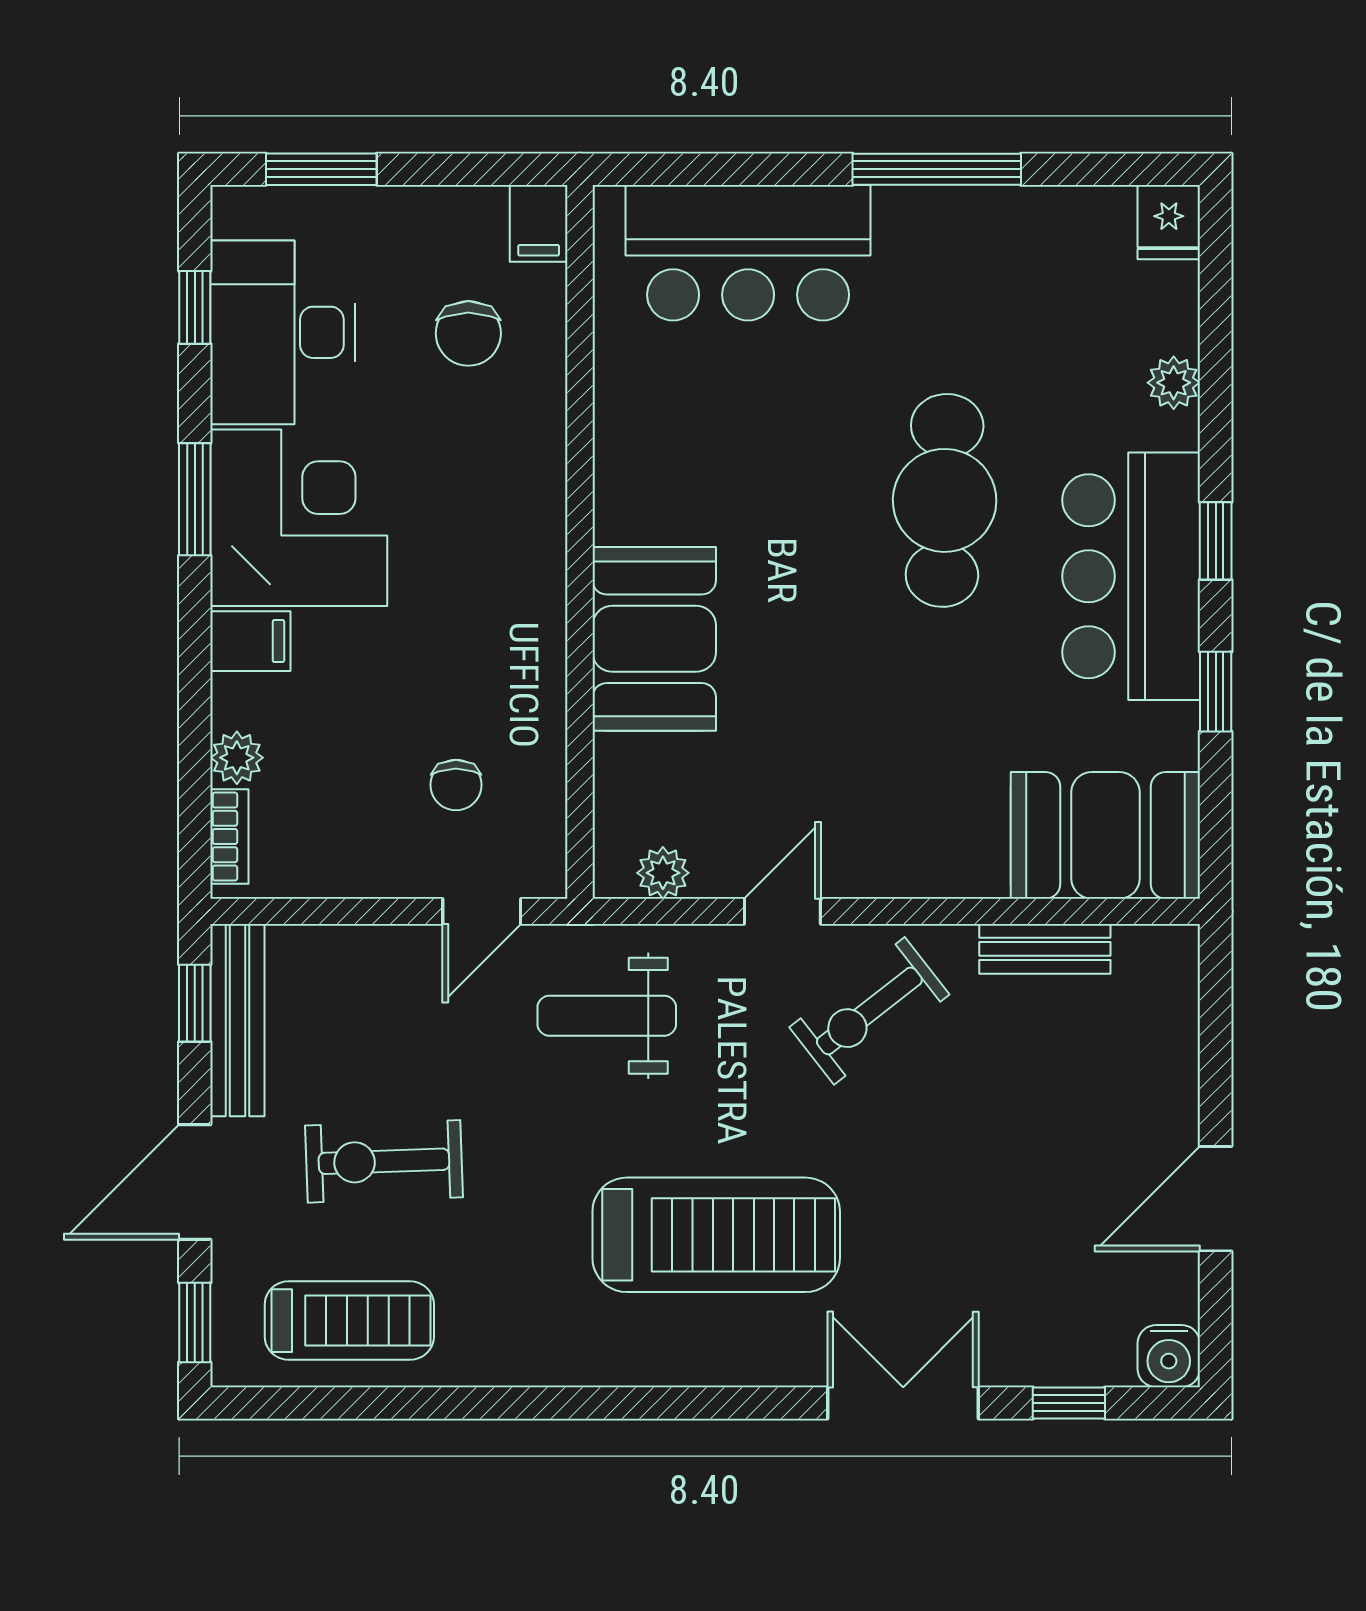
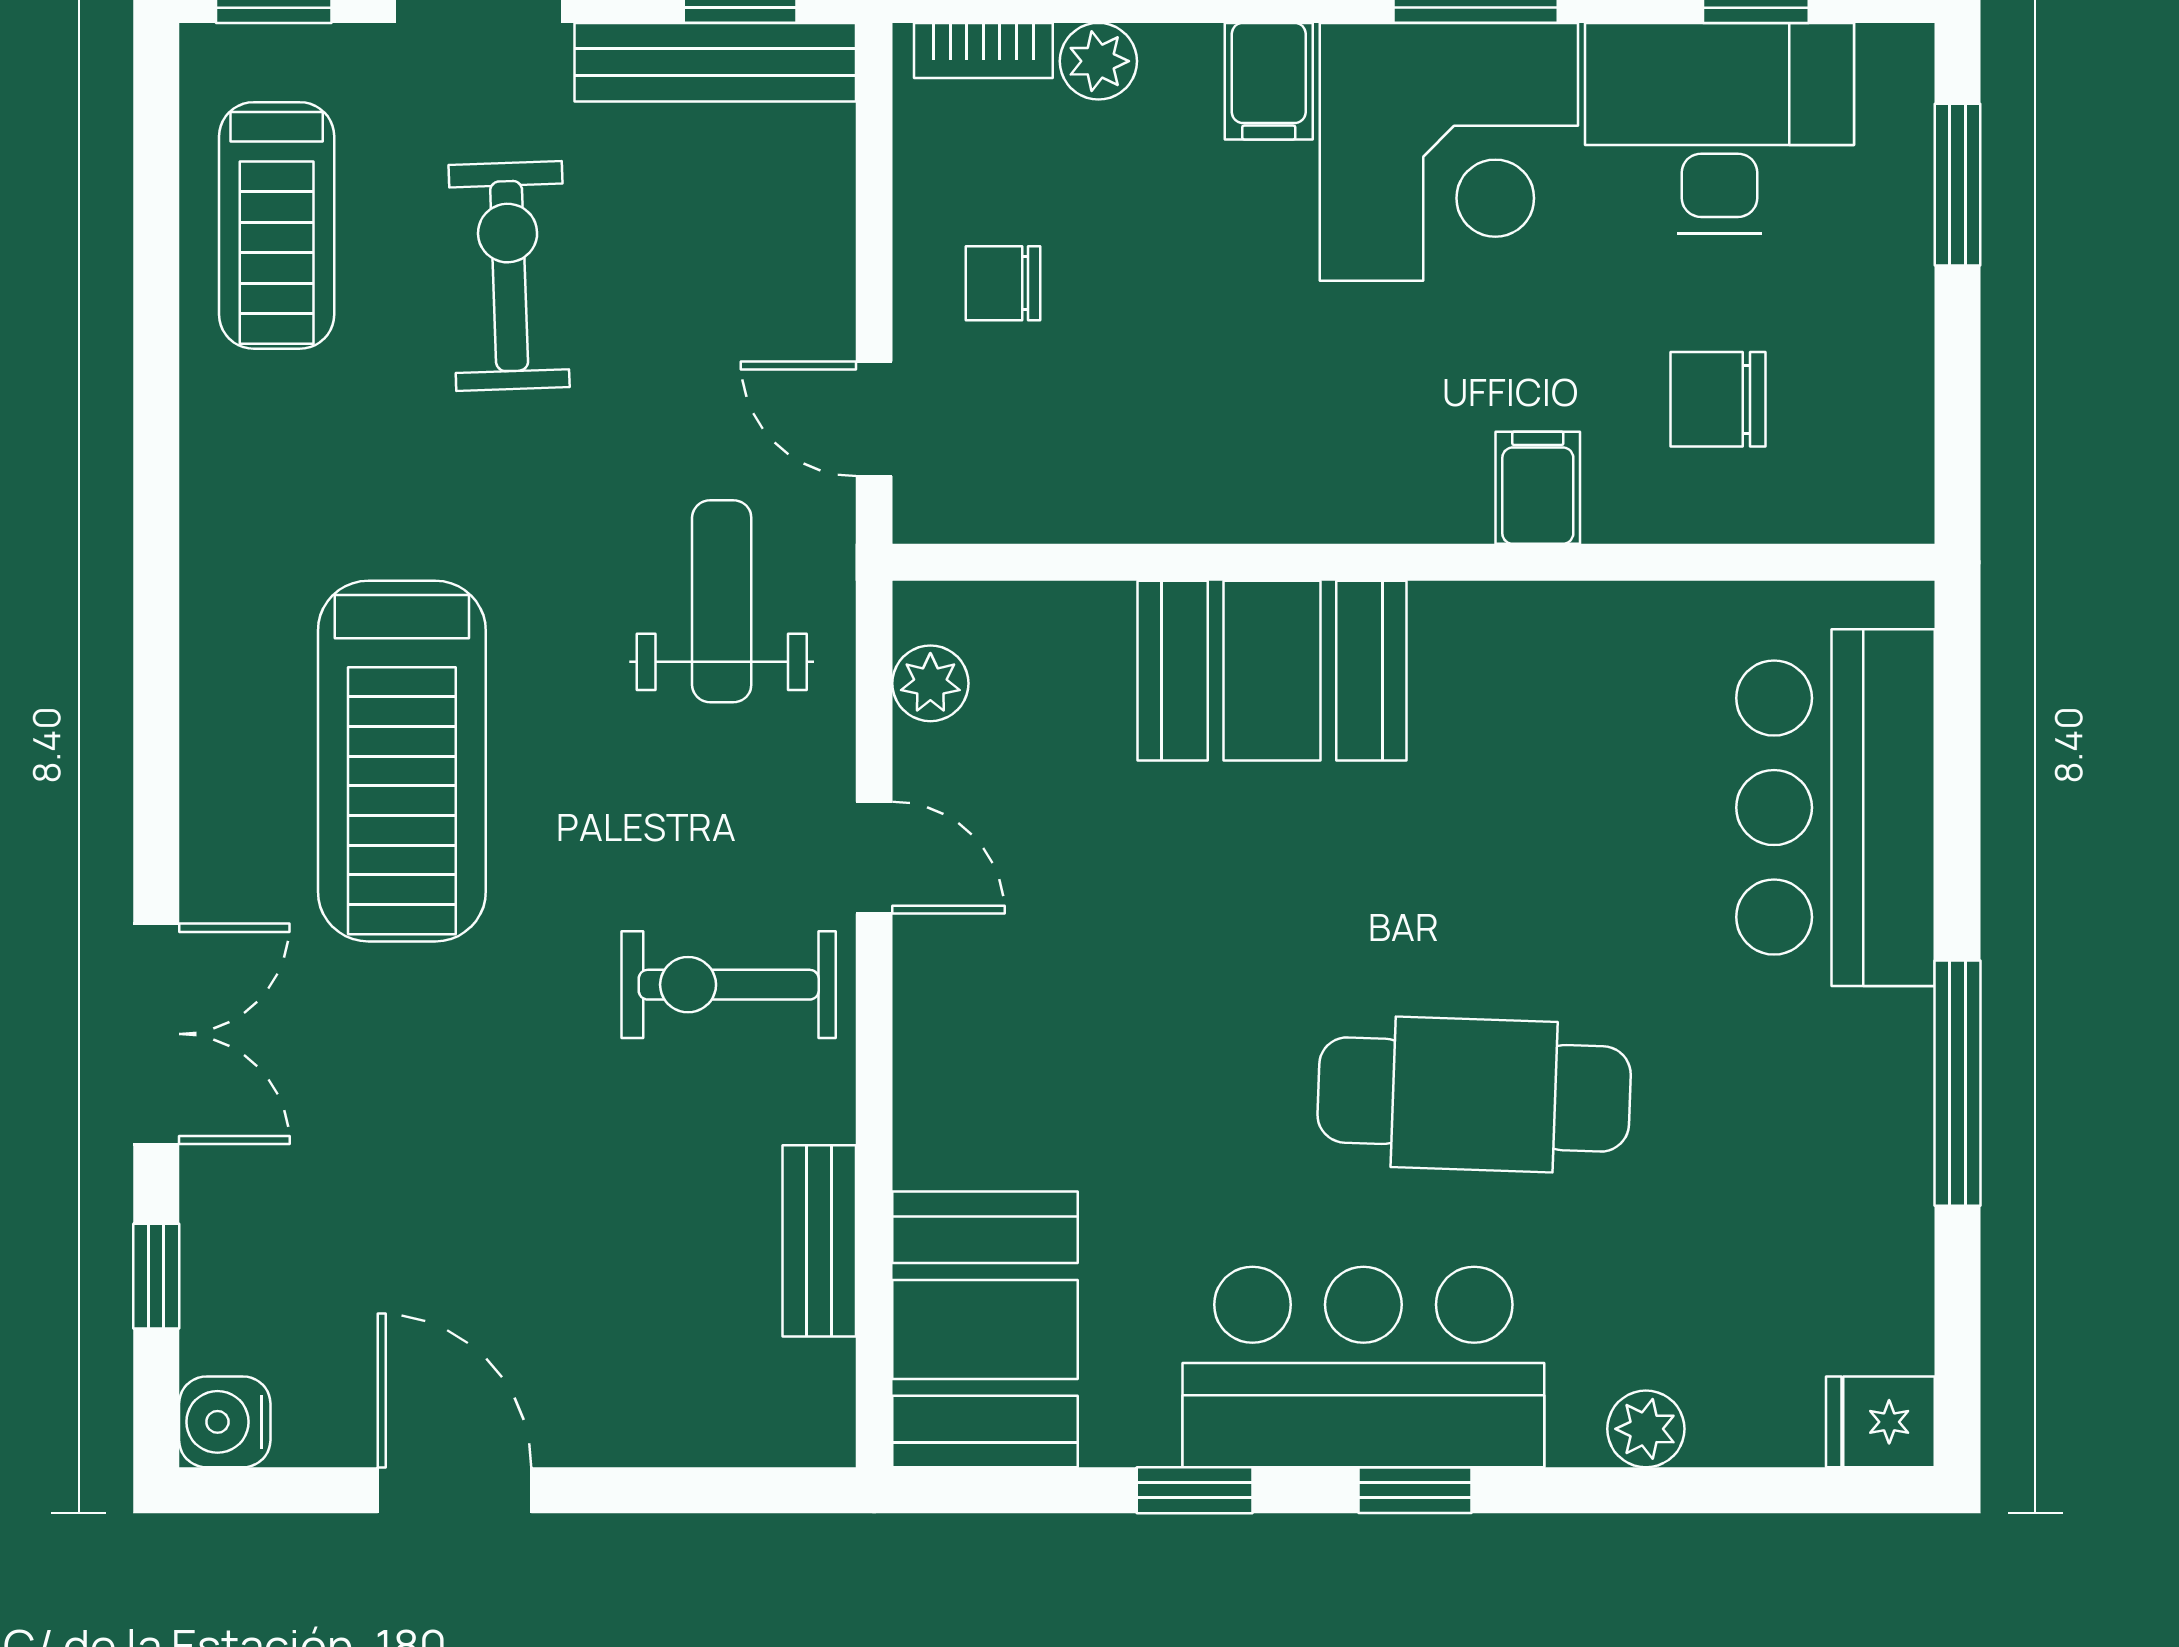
filing cabinet: (539, 223) -> (1538, 488), moved, turned 90
chair: (456, 785) -> (1003, 283), moved
exercise bike: (869, 1011) -> (729, 985), turned -52

